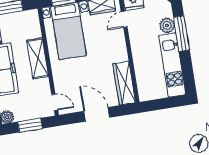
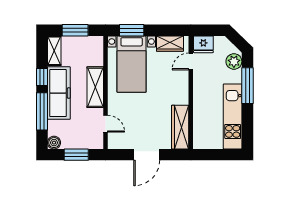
plant: (167, 25) -> (234, 61), moved
door: (55, 102) -> (106, 124), moved
door: (97, 114) -> (147, 155), swing flipped

